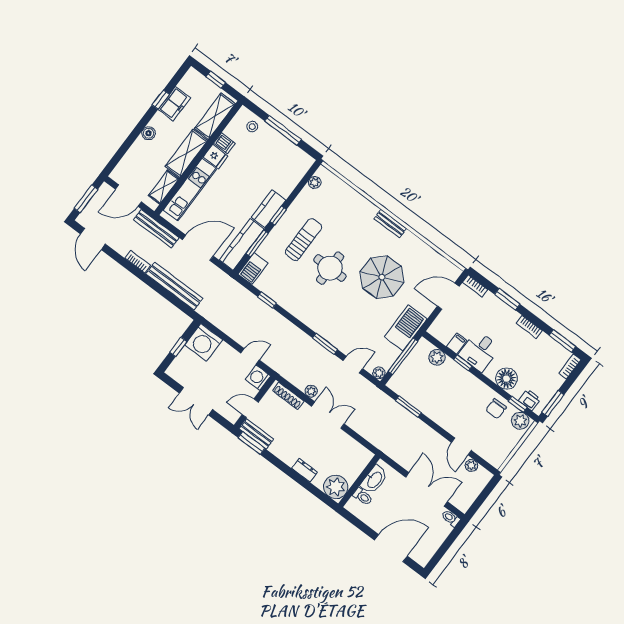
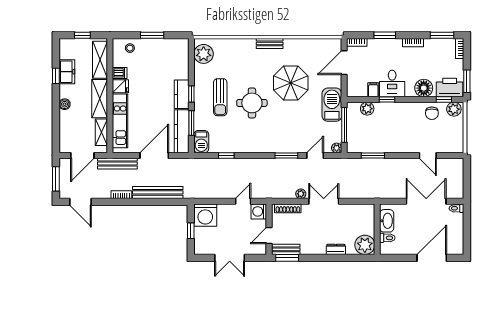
window: (283, 130) -> (152, 35), width x0.69
plant: (315, 182) -> (204, 54), width x1.88, depth x1.88
sun lounger: (304, 240) -> (220, 97), turned 180
printer: (530, 400) -> (450, 88), width x1.87, depth x1.48
plant: (471, 465) -> (444, 163), removed

